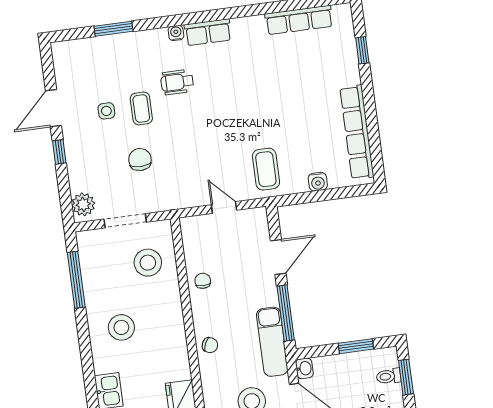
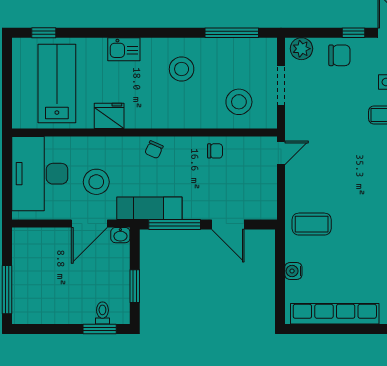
chair: (140, 160) -> (339, 55), moved
door: (224, 207) -> (281, 153), moved

